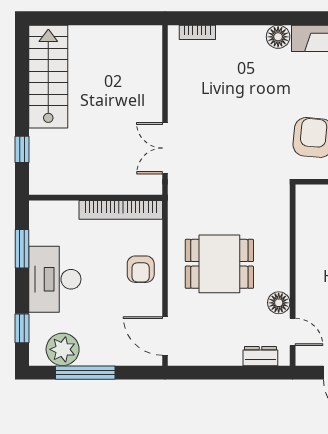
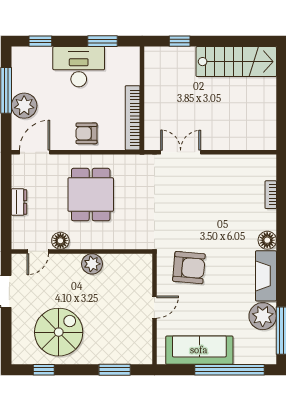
bookcase: (197, 32) -> (271, 195), moved
plant: (309, 262) -> (92, 264), added
plant: (63, 349) -> (24, 106), moved
dresser: (260, 356) -> (19, 202), moved

